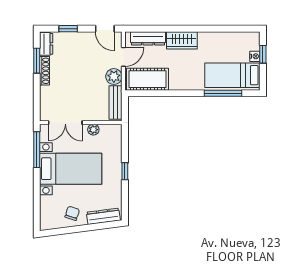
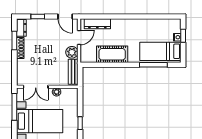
wardrobe: (182, 40) -> (123, 25), removed
cot: (147, 79) -> (112, 54), moved

